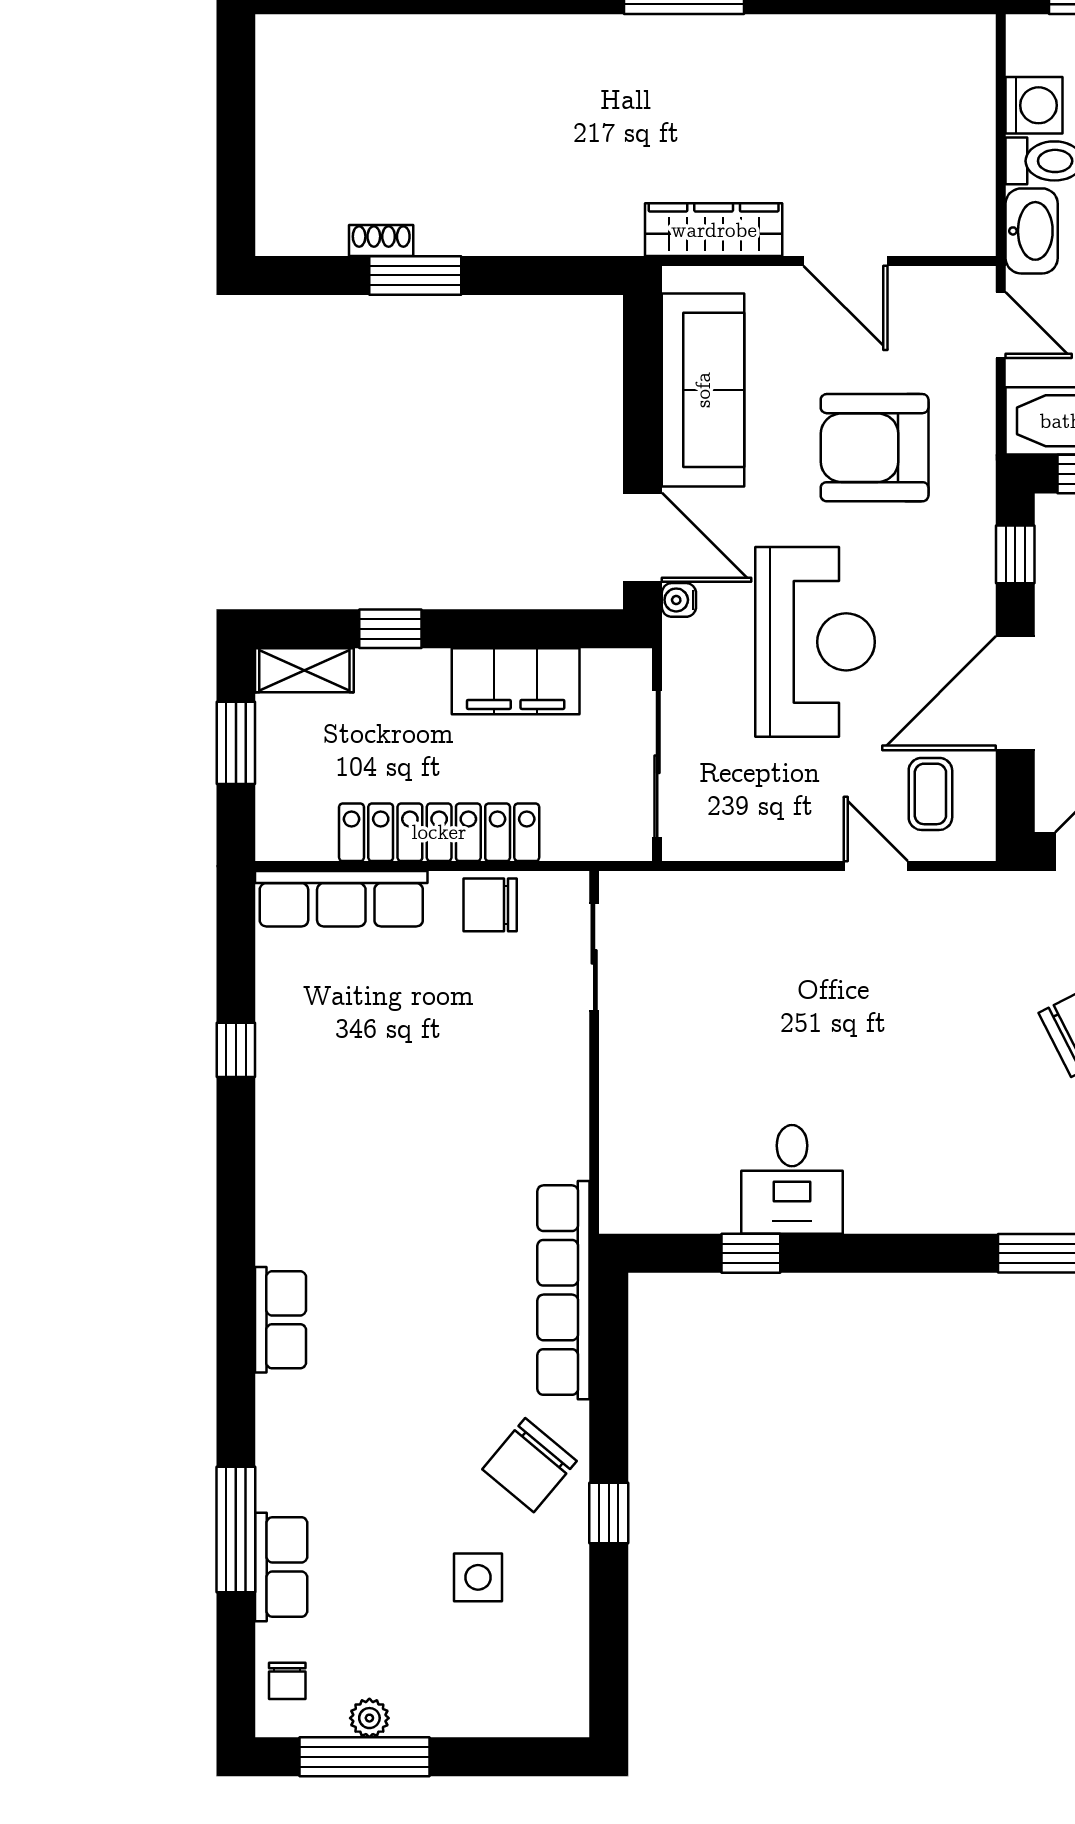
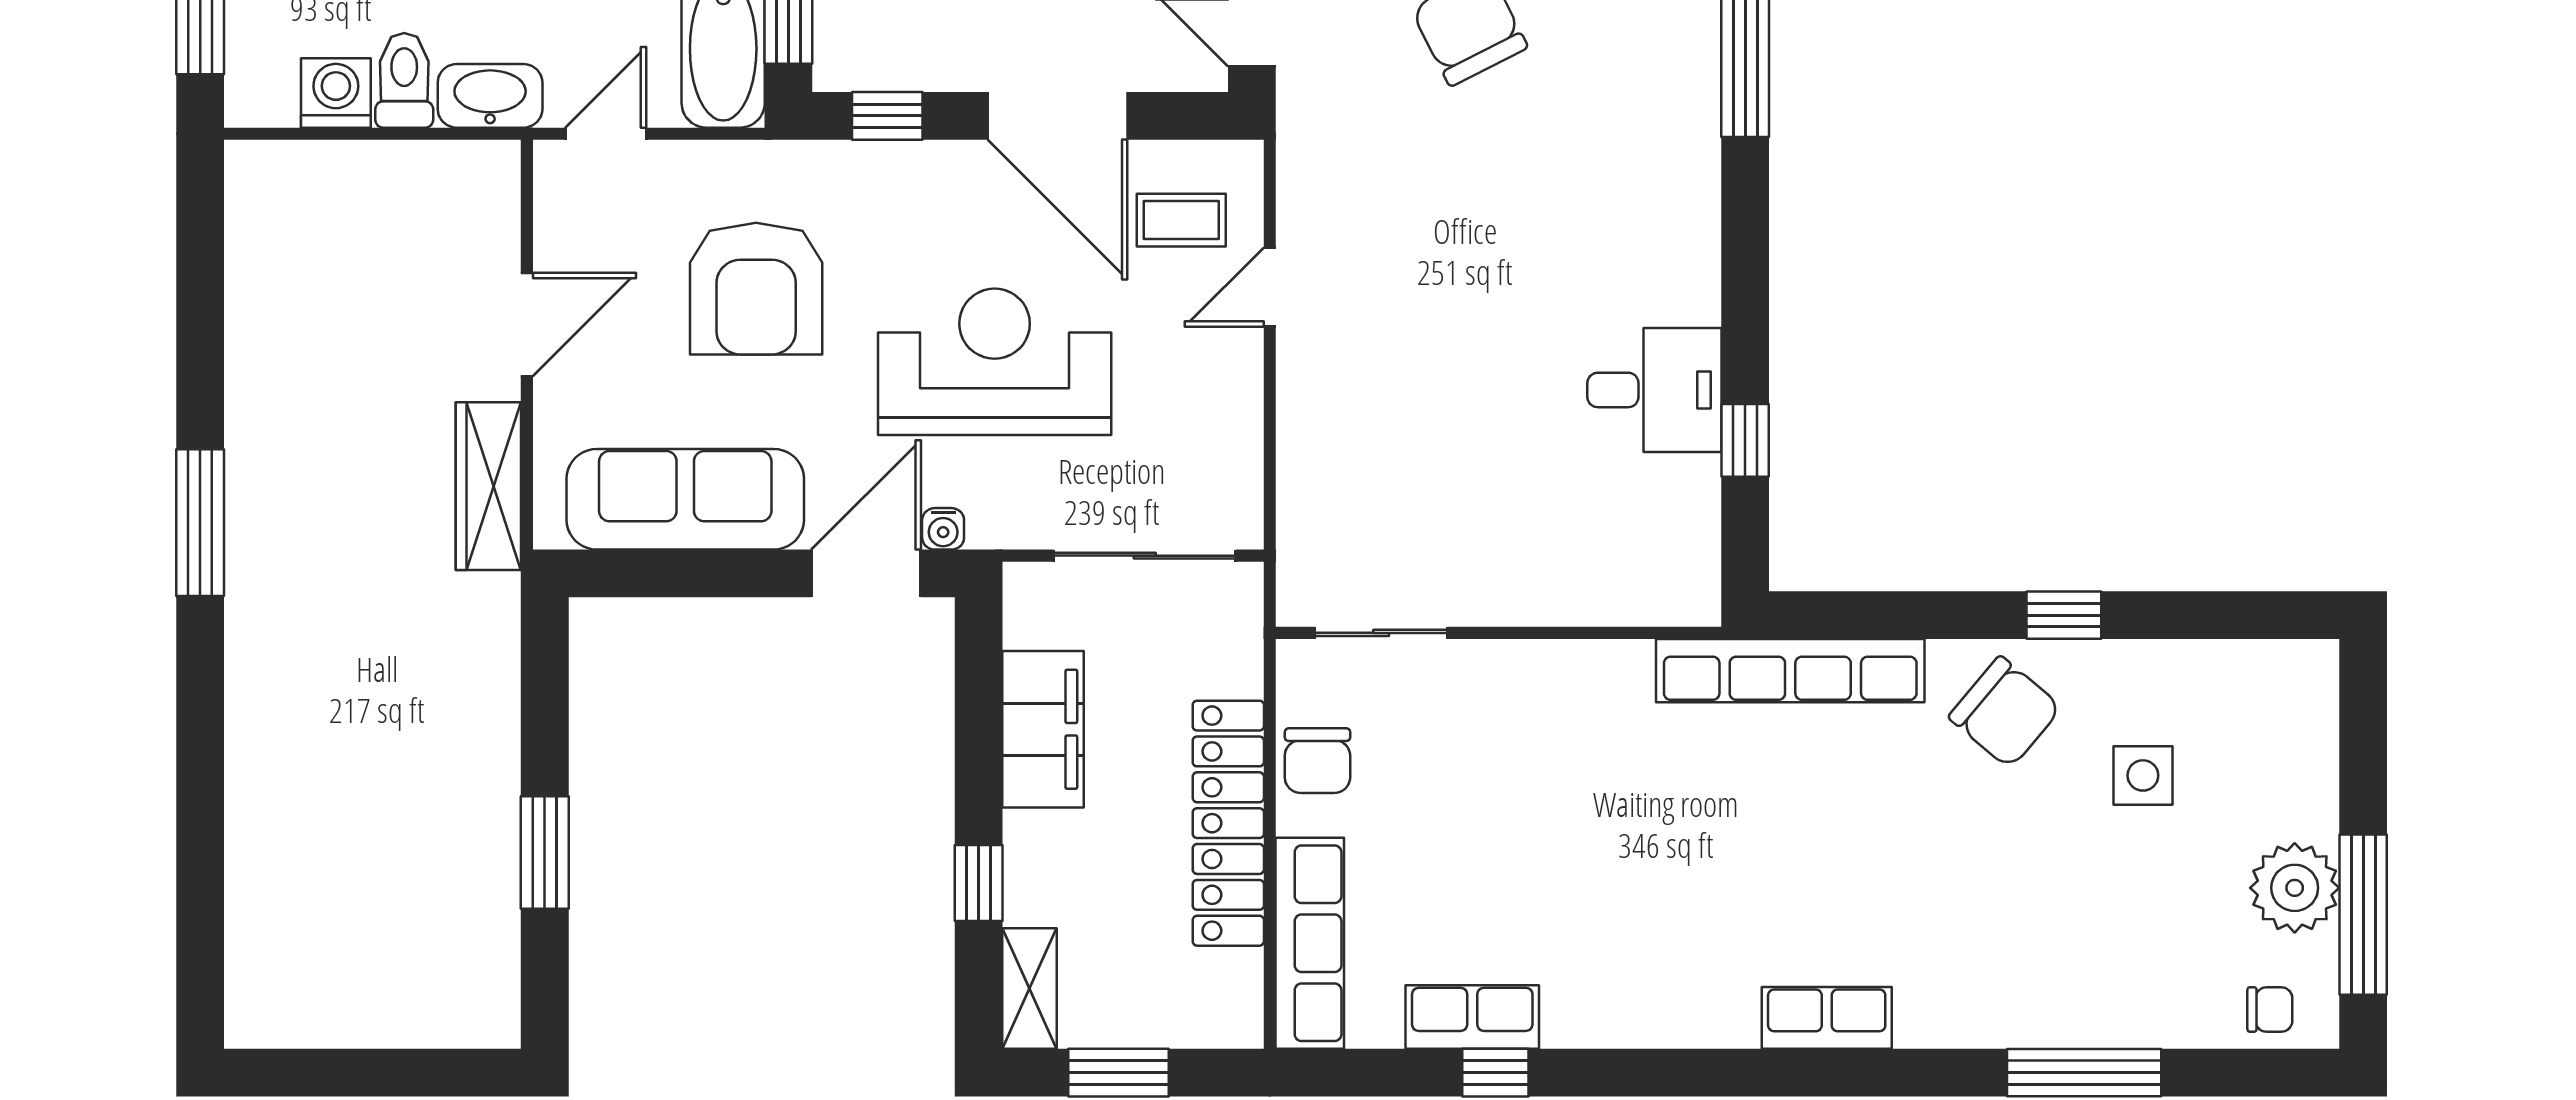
shoe rack: (381, 241) -> (502, 894), removed
row of seats: (281, 1567) -> (1472, 1017), moved
plant: (369, 1718) -> (2295, 888), width x1.87, depth x1.87

